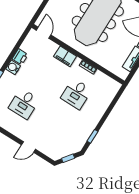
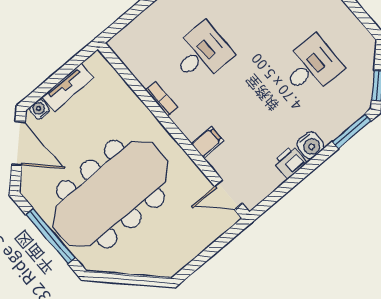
door: (44, 33) -> (228, 195), hinge flipped
filing cabinet: (65, 56) -> (207, 142), width x0.50

